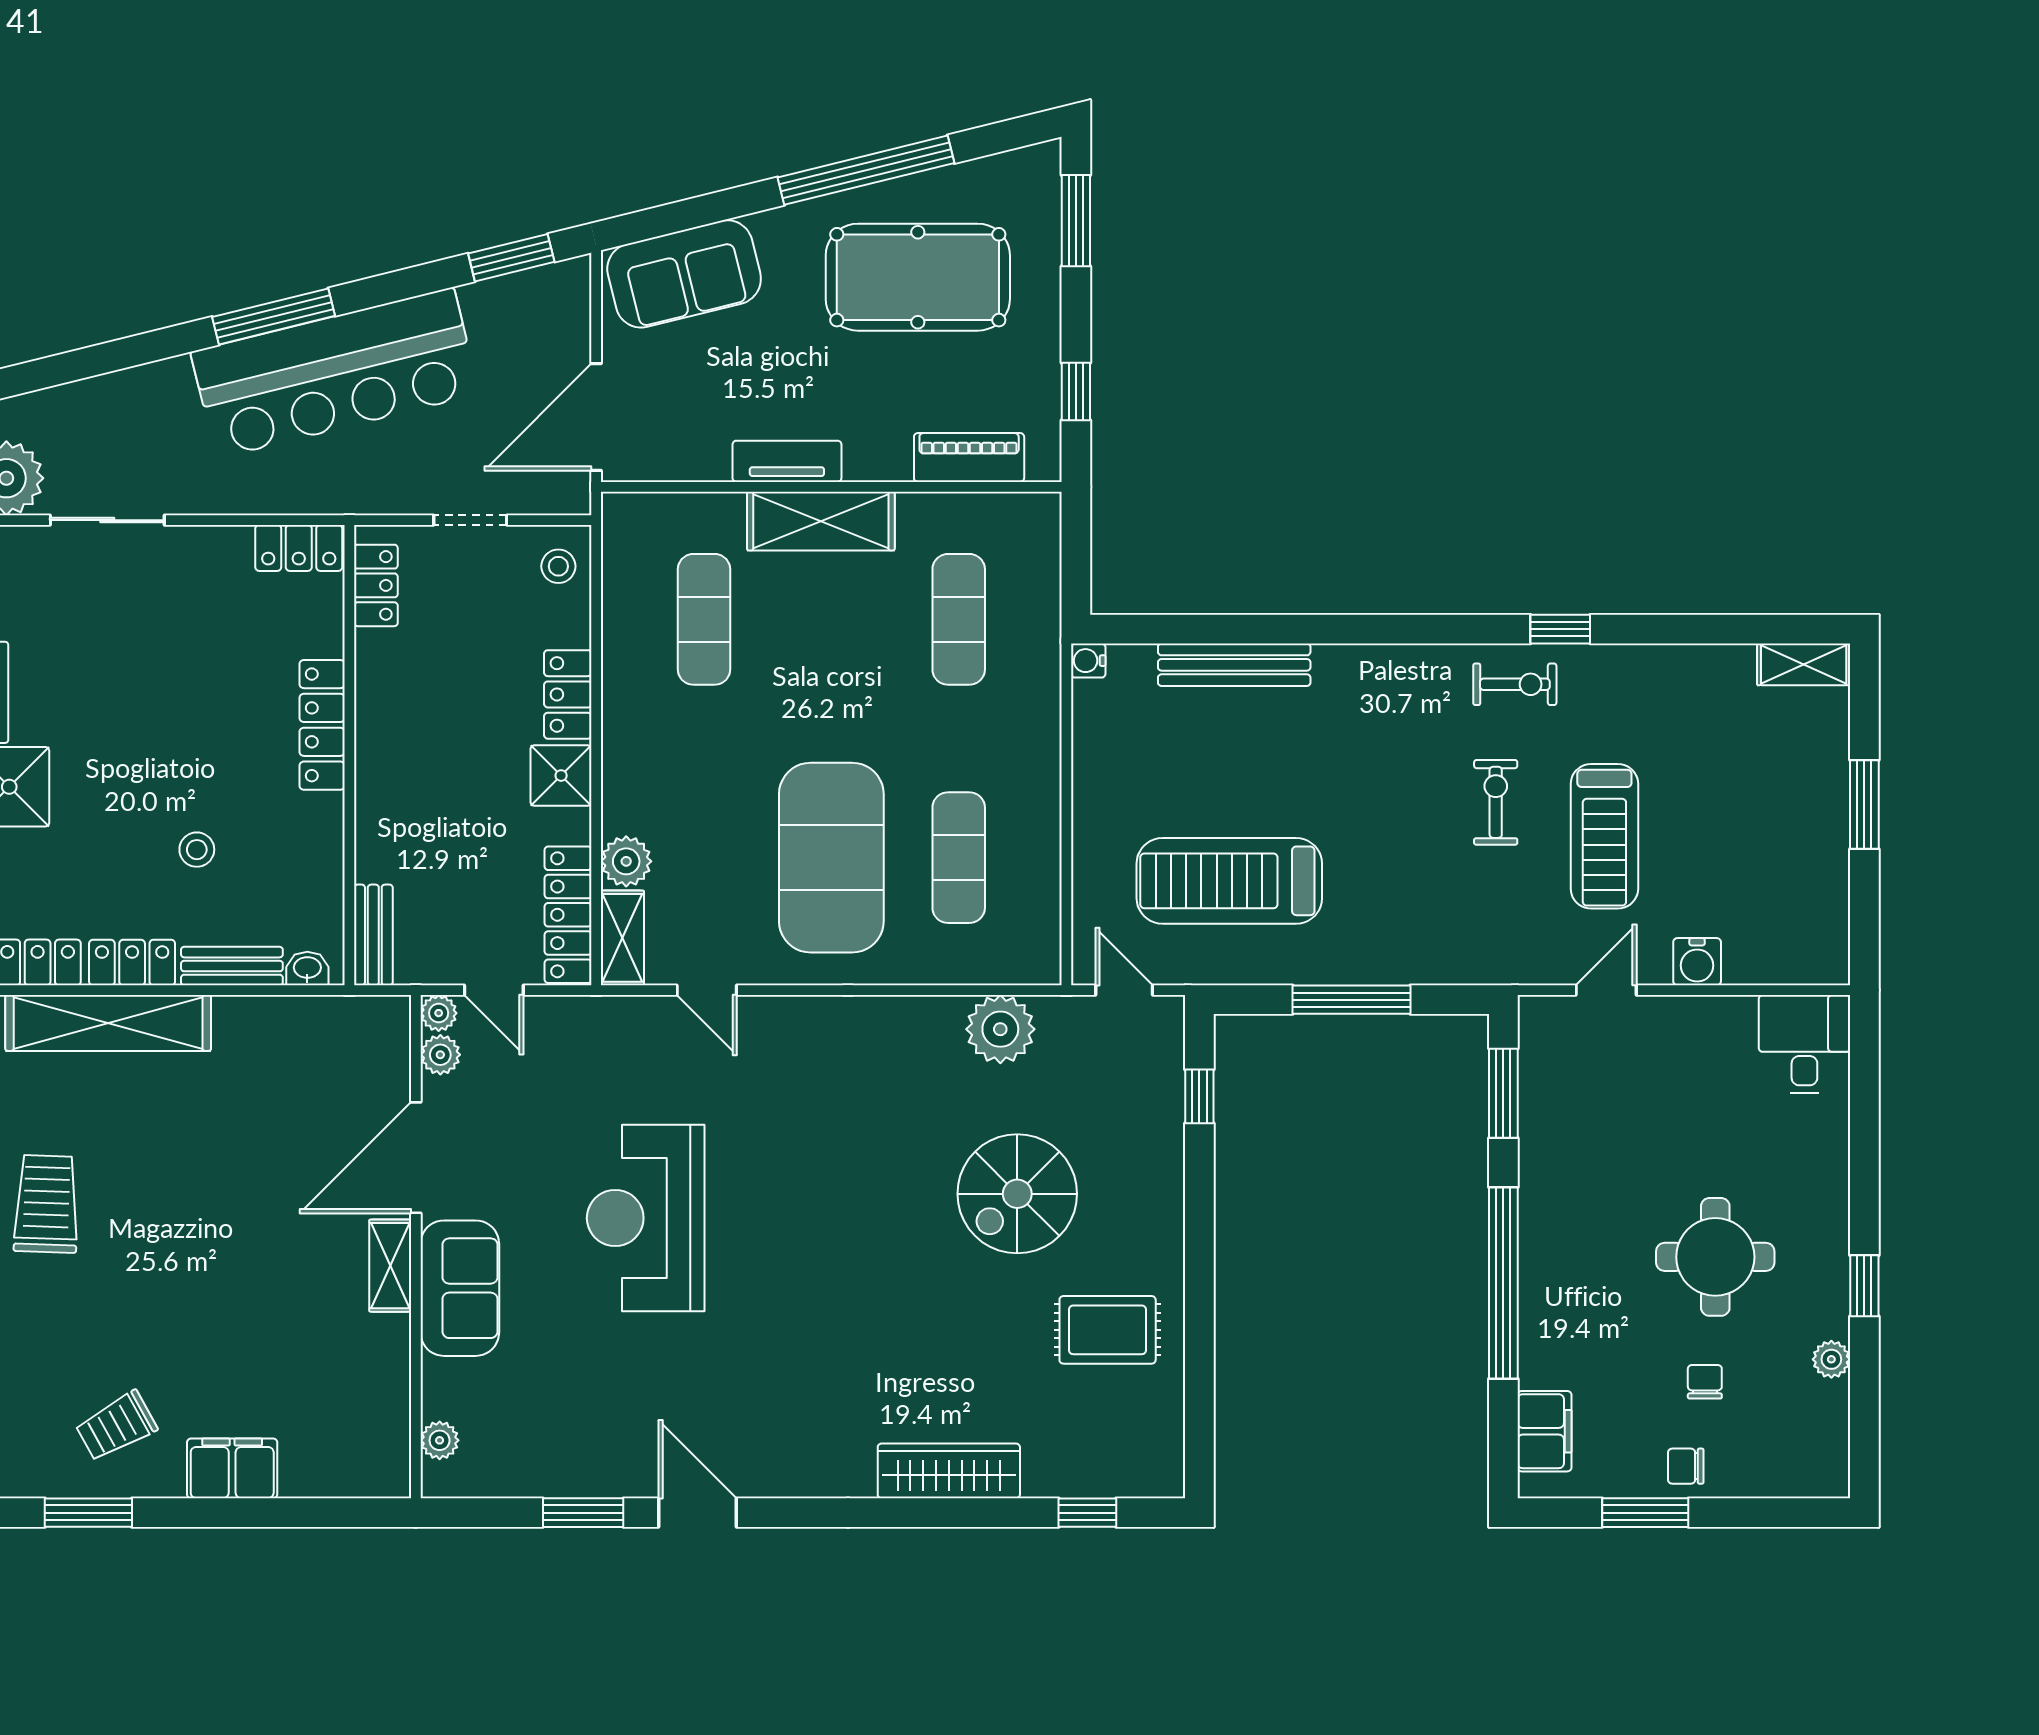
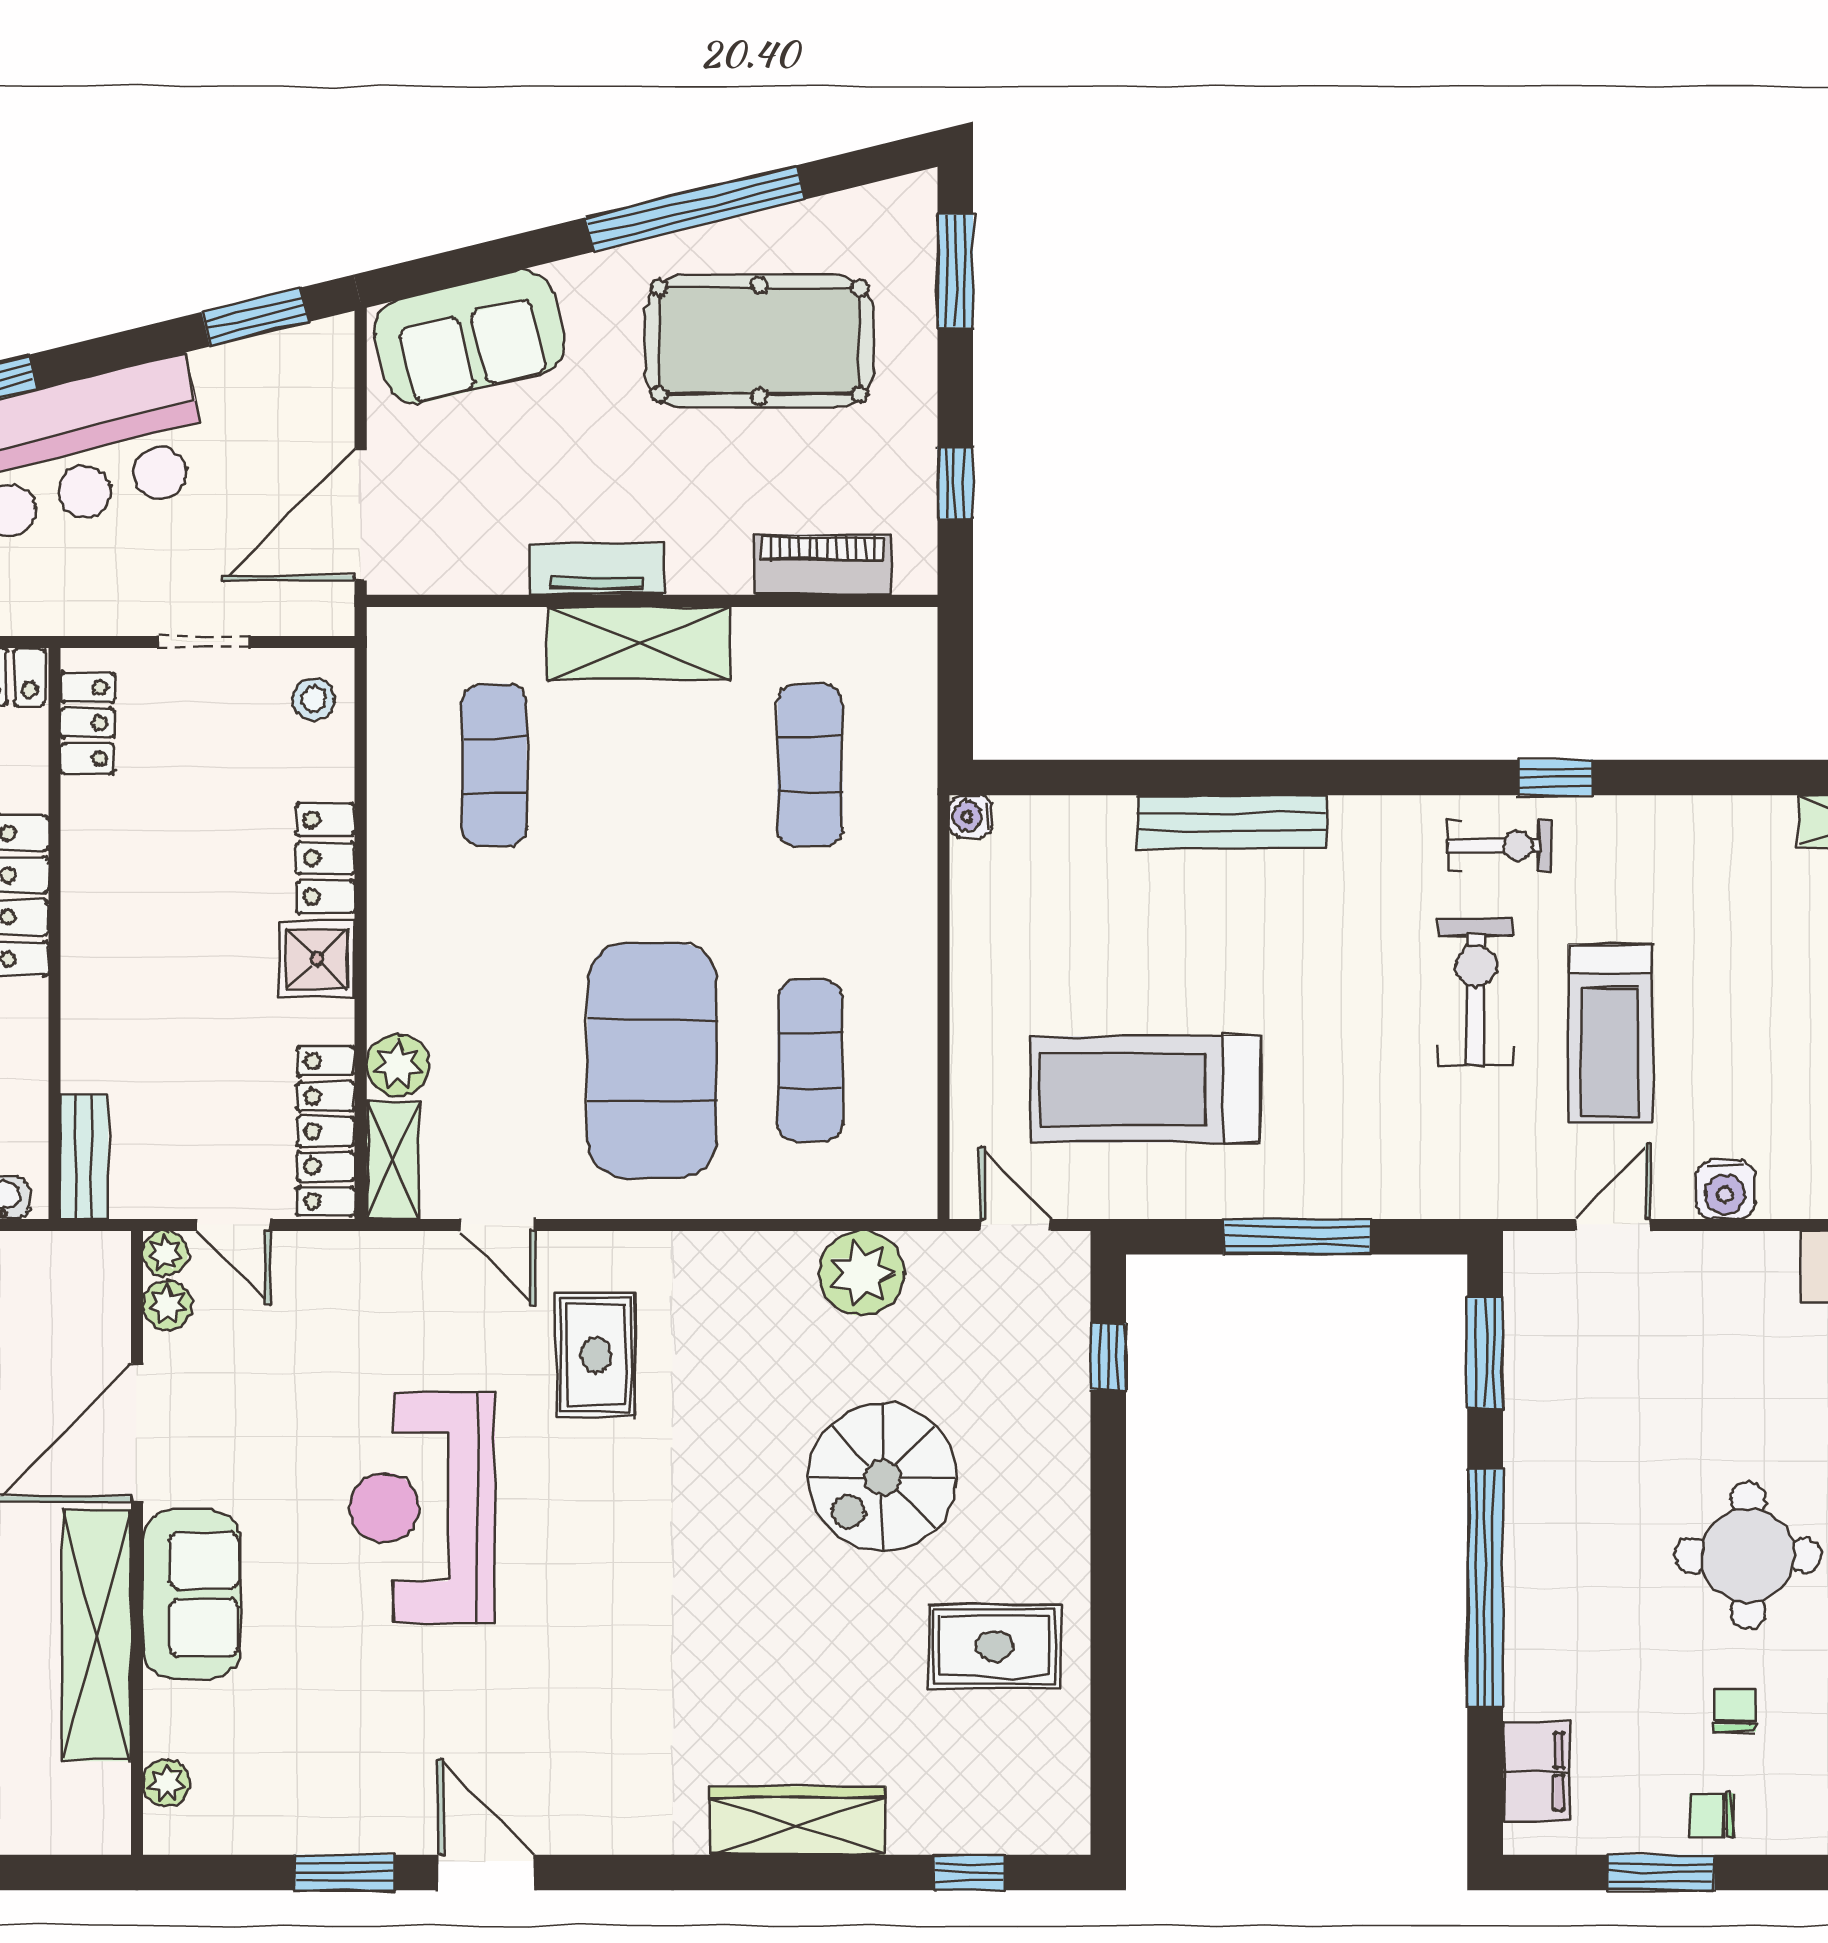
bench: (1234, 665) -> (1232, 822), moved
exercise bike: (1496, 802) -> (1476, 992), width x1.38, depth x1.39
rug: (786, 1095) -> (596, 1355), added
shelving: (390, 1266) -> (97, 1635), width x2.20, depth x1.33

